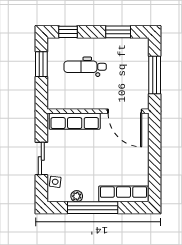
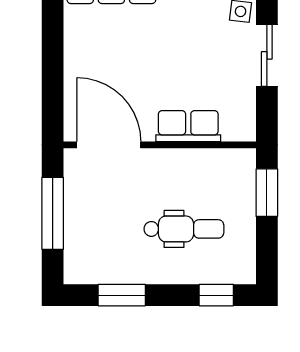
window: (41, 64) -> (267, 193), moved
row of seats: (75, 121) -> (188, 126), width x0.68

